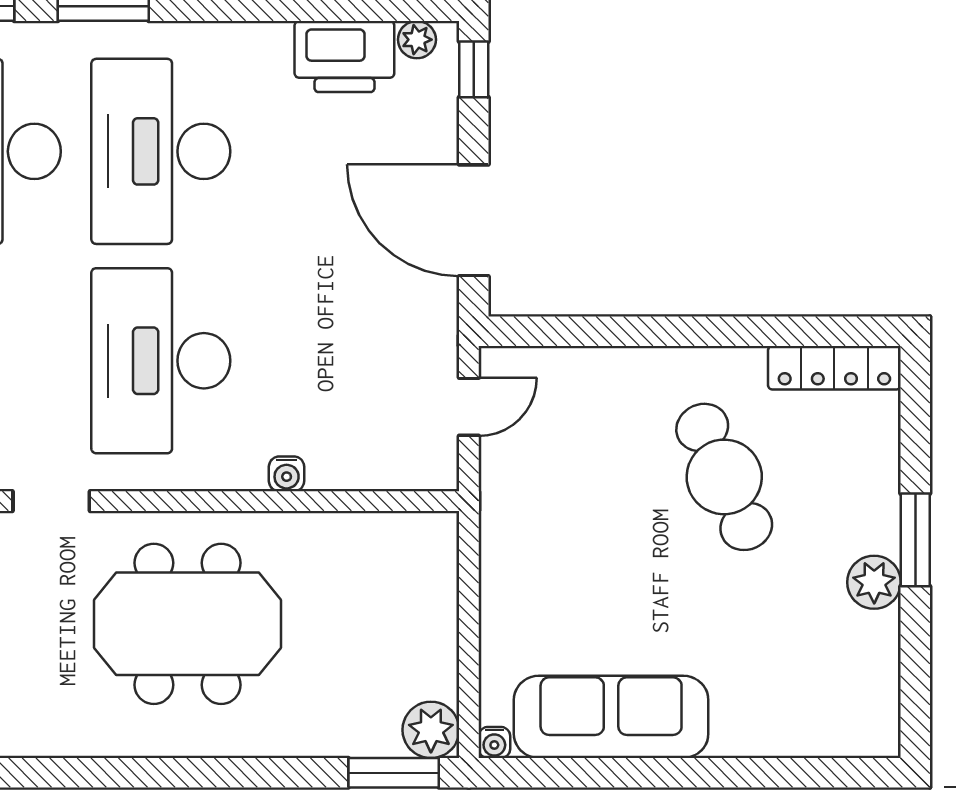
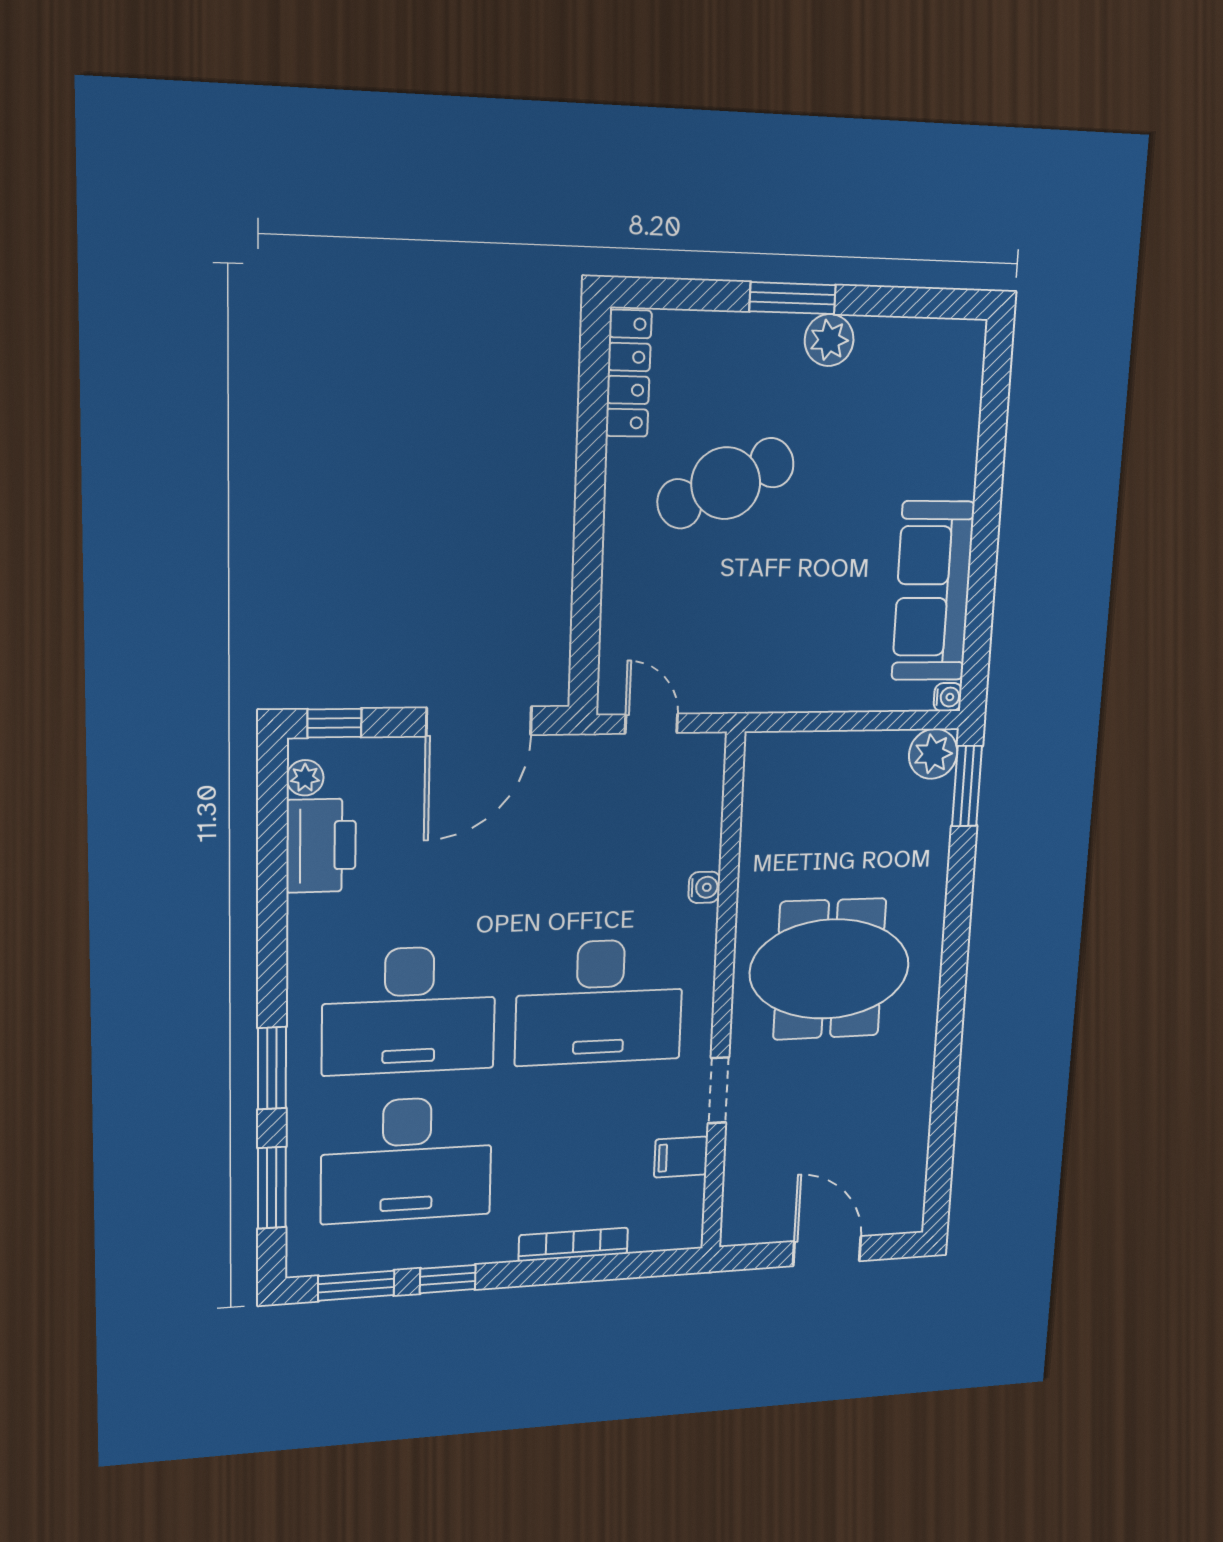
meeting table: (188, 624) -> (830, 969), turned 90

